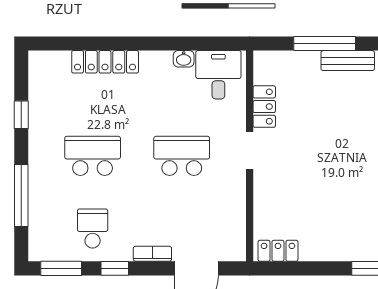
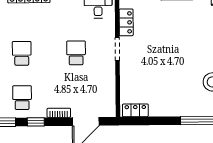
school desk: (93, 156) -> (22, 53), width x0.54
school desk: (182, 156) -> (76, 53), width x0.54

